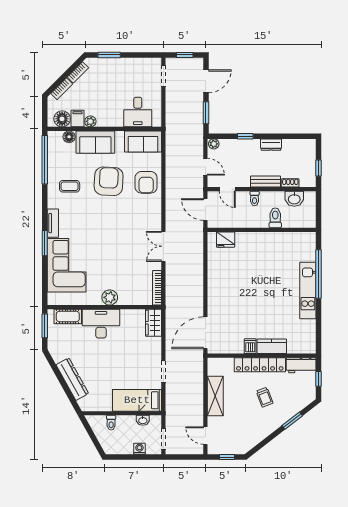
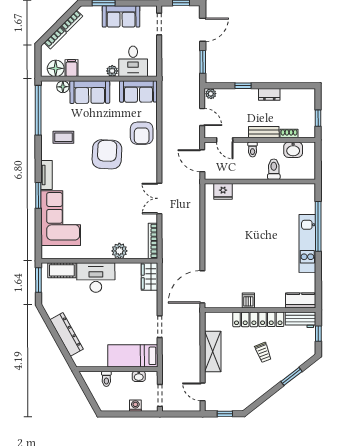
sofa: (126, 68) -> (121, 16), added
plant: (90, 121) -> (112, 71), moved
armchair: (109, 181) -> (107, 154), moved
plant: (110, 297) -> (119, 251), moved
kitchen counter: (272, 346) -> (301, 300), moved

